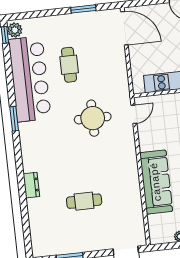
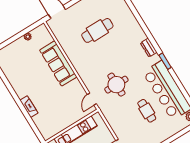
dresser: (31, 185) -> (149, 48), moved
cafe table: (84, 201) -> (97, 30), width x1.37, depth x1.35

